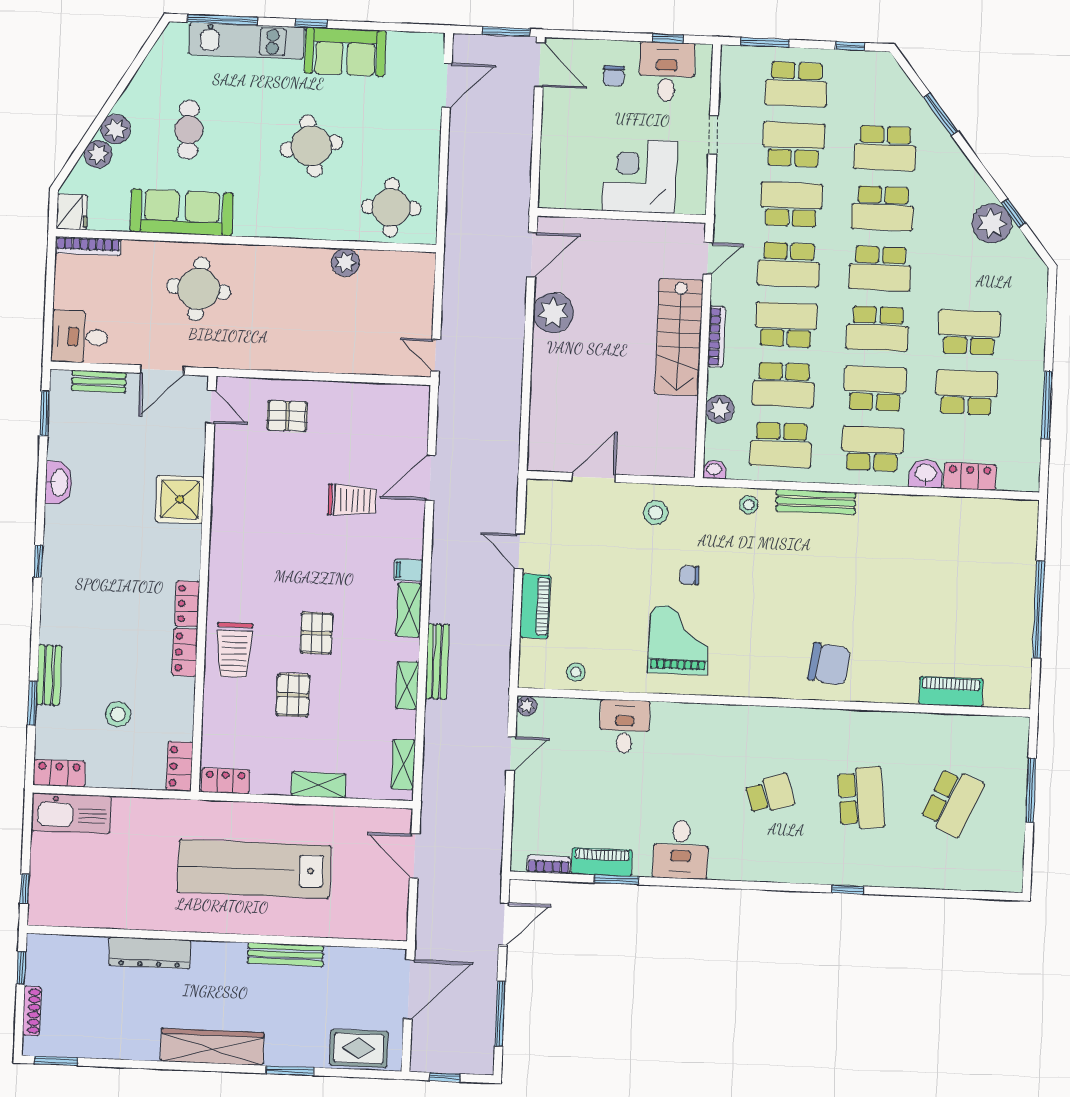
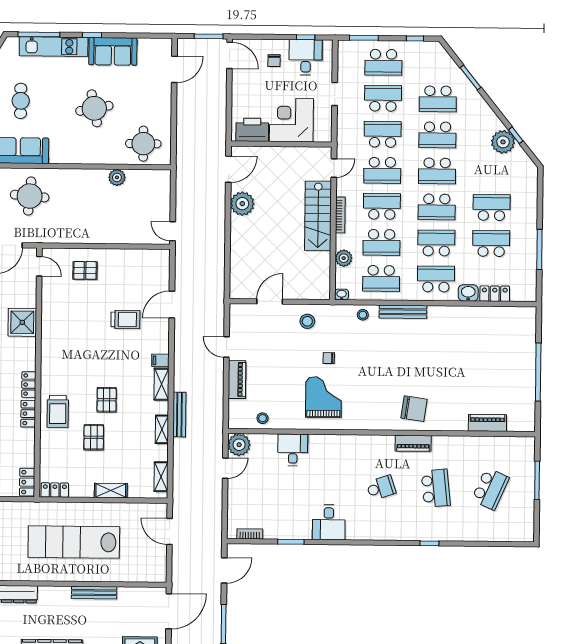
printer: (574, 190) -> (252, 130), added
plant: (527, 706) -> (239, 445), width x1.88, depth x1.88
piano: (602, 862) -> (413, 443), moved, turned 180

